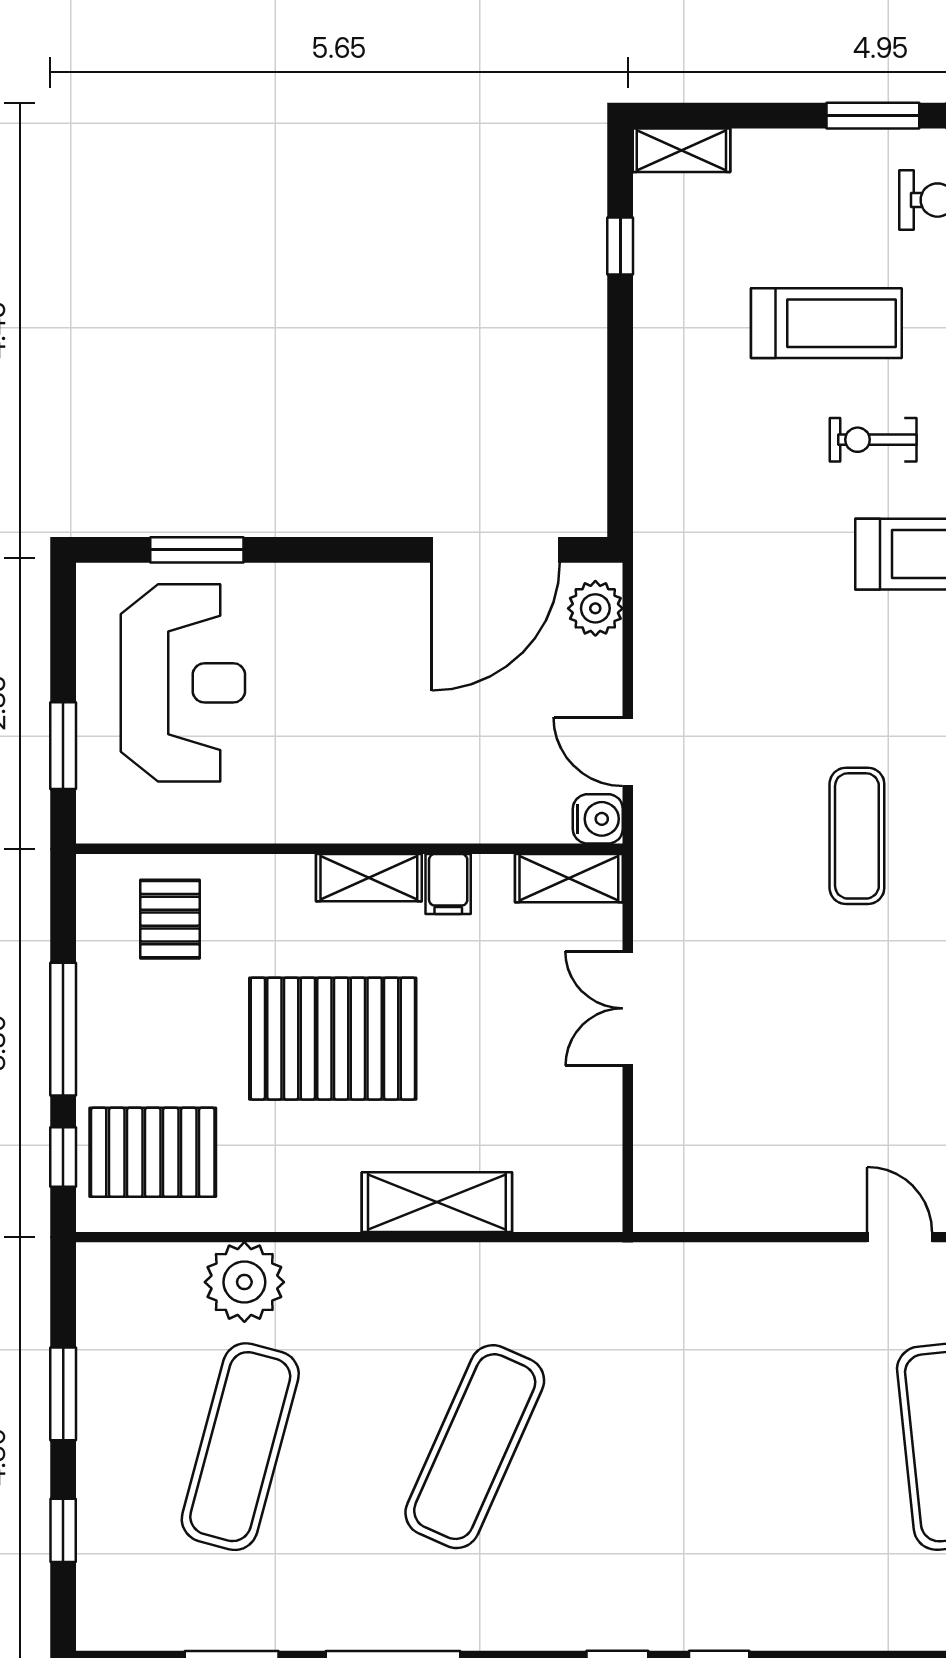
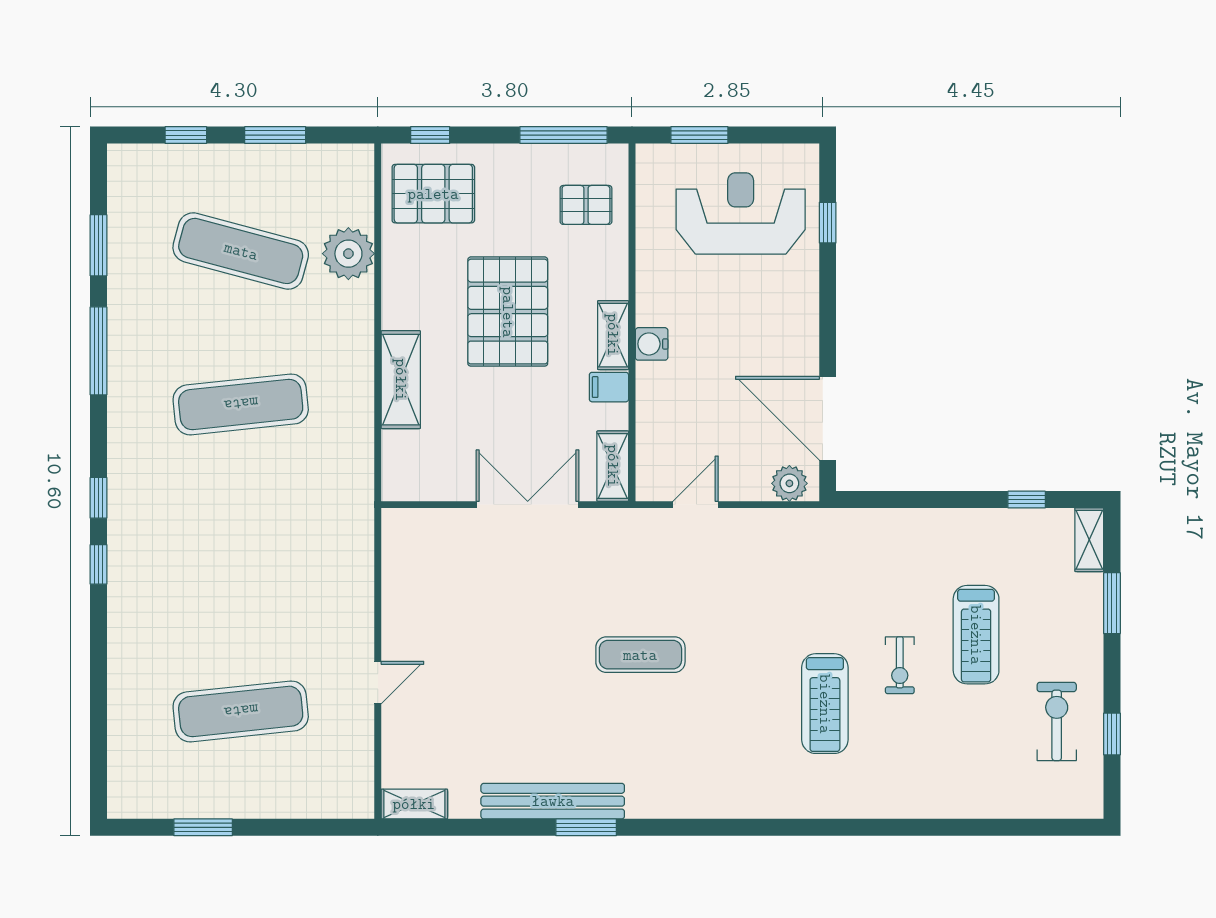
window: (873, 116) -> (1112, 603), moved
exercise bike: (873, 440) -> (900, 665), turned 180
window: (197, 550) -> (828, 223), width x0.67
reception desk: (183, 683) -> (741, 213), turned 180
water cooler: (598, 819) -> (652, 344), moved, turned 90
double door: (628, 1008) -> (528, 505), width x1.37
window: (63, 1029) -> (564, 135), moved
pallet: (153, 1152) -> (433, 194), turned 90
exercise mat: (475, 1447) -> (241, 404), turned -30

